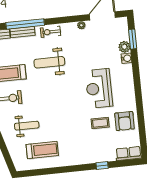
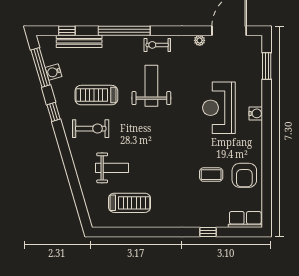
bench: (23, 32) -> (119, 41), removed
plant: (124, 47) -> (254, 75), removed
water cooler: (126, 58) -> (256, 113), moved
weight bench: (49, 62) -> (151, 86), turned 90
reception desk: (99, 88) -> (219, 108), moved

